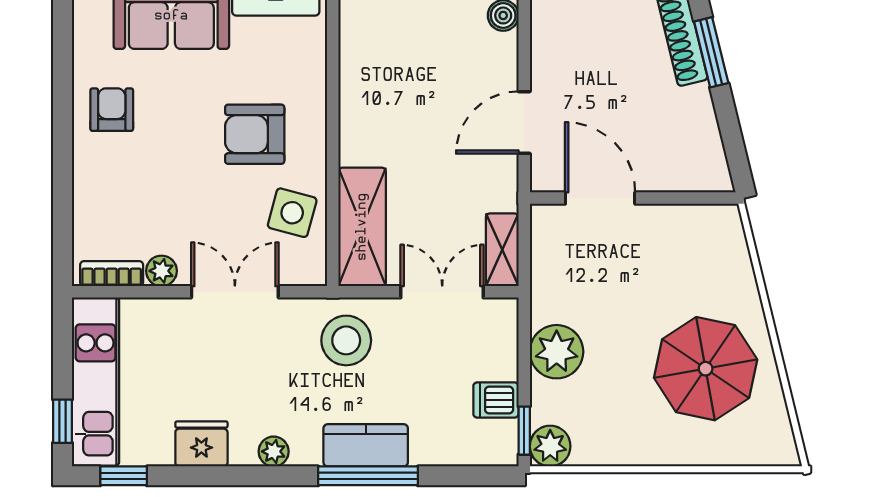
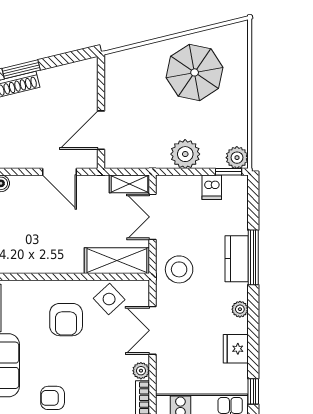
side table: (292, 213) -> (109, 299), turned 32

